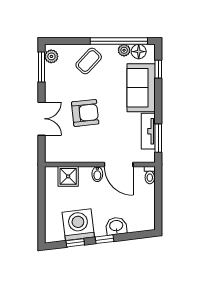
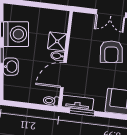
tv unit: (148, 131) -> (78, 103), moved
shower: (68, 176) -> (57, 41), moved

